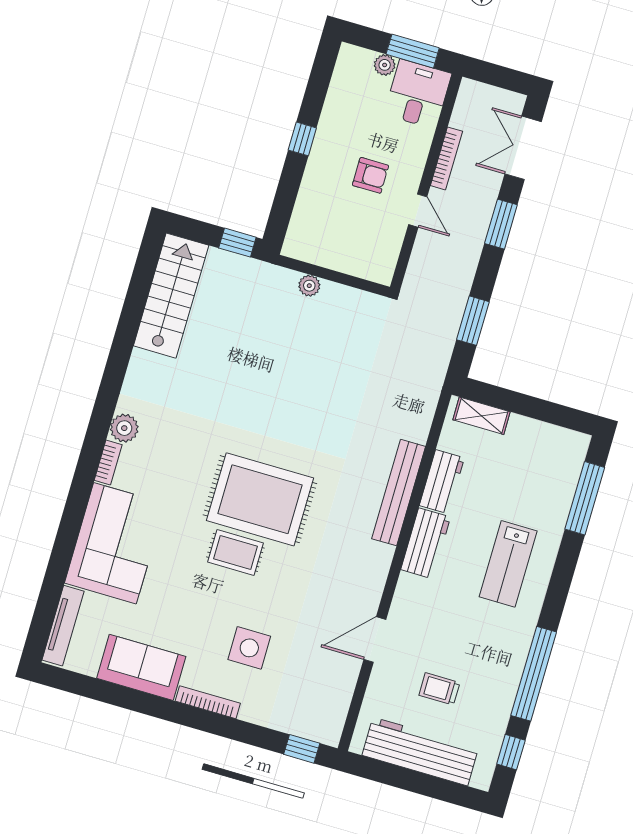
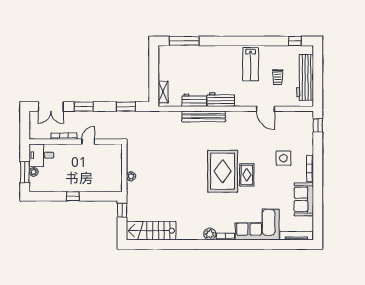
window: (413, 51) -> (25, 172), moved
armchair: (370, 175) -> (80, 165), removed
lab bench: (508, 564) -> (251, 64), moved, turned 90
window: (534, 674) -> (261, 41), removed

